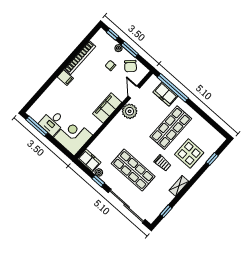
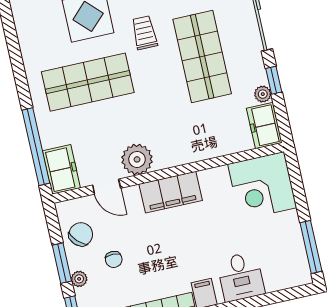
door: (134, 92) -> (107, 187), hinge flipped
freezer: (165, 94) -> (61, 169), moved
desk: (52, 122) -> (241, 277), moved, turned 90

